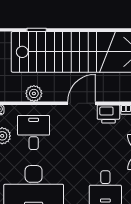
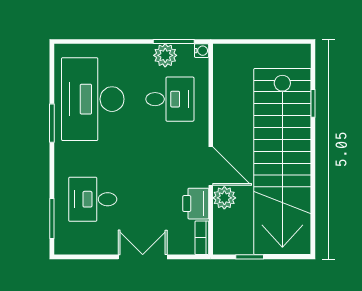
plant: (34, 93) -> (224, 198), moved

